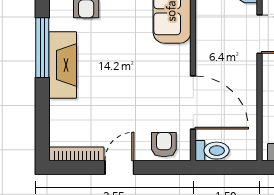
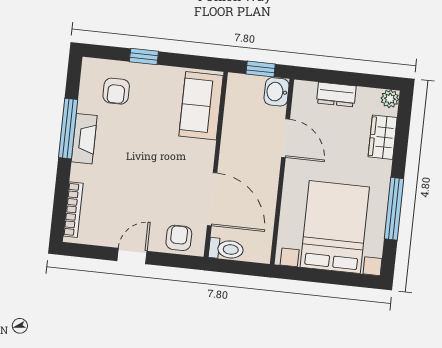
fireplace: (63, 65) -> (84, 139), width x0.73, depth x0.76
bookcase: (76, 154) -> (73, 210), moved, turned 90

